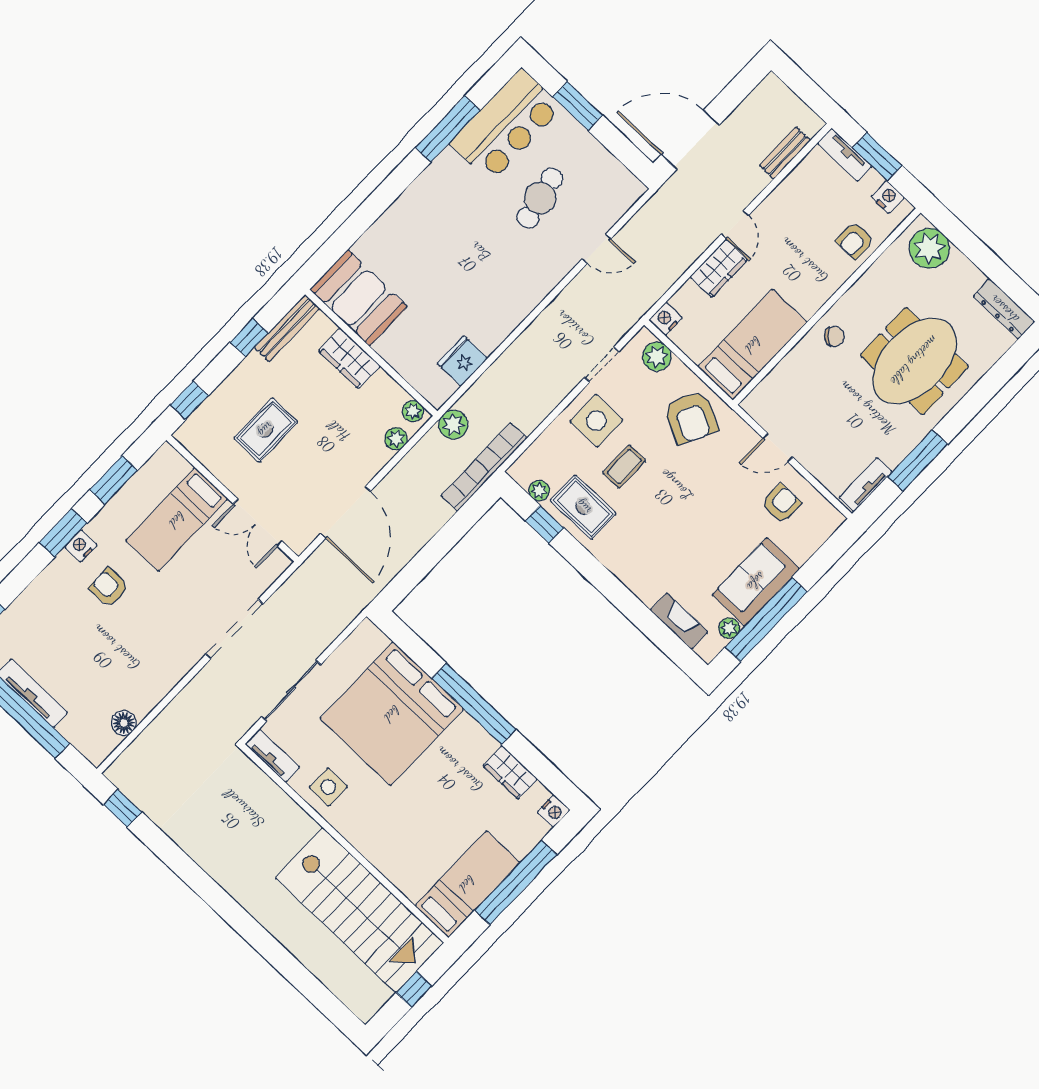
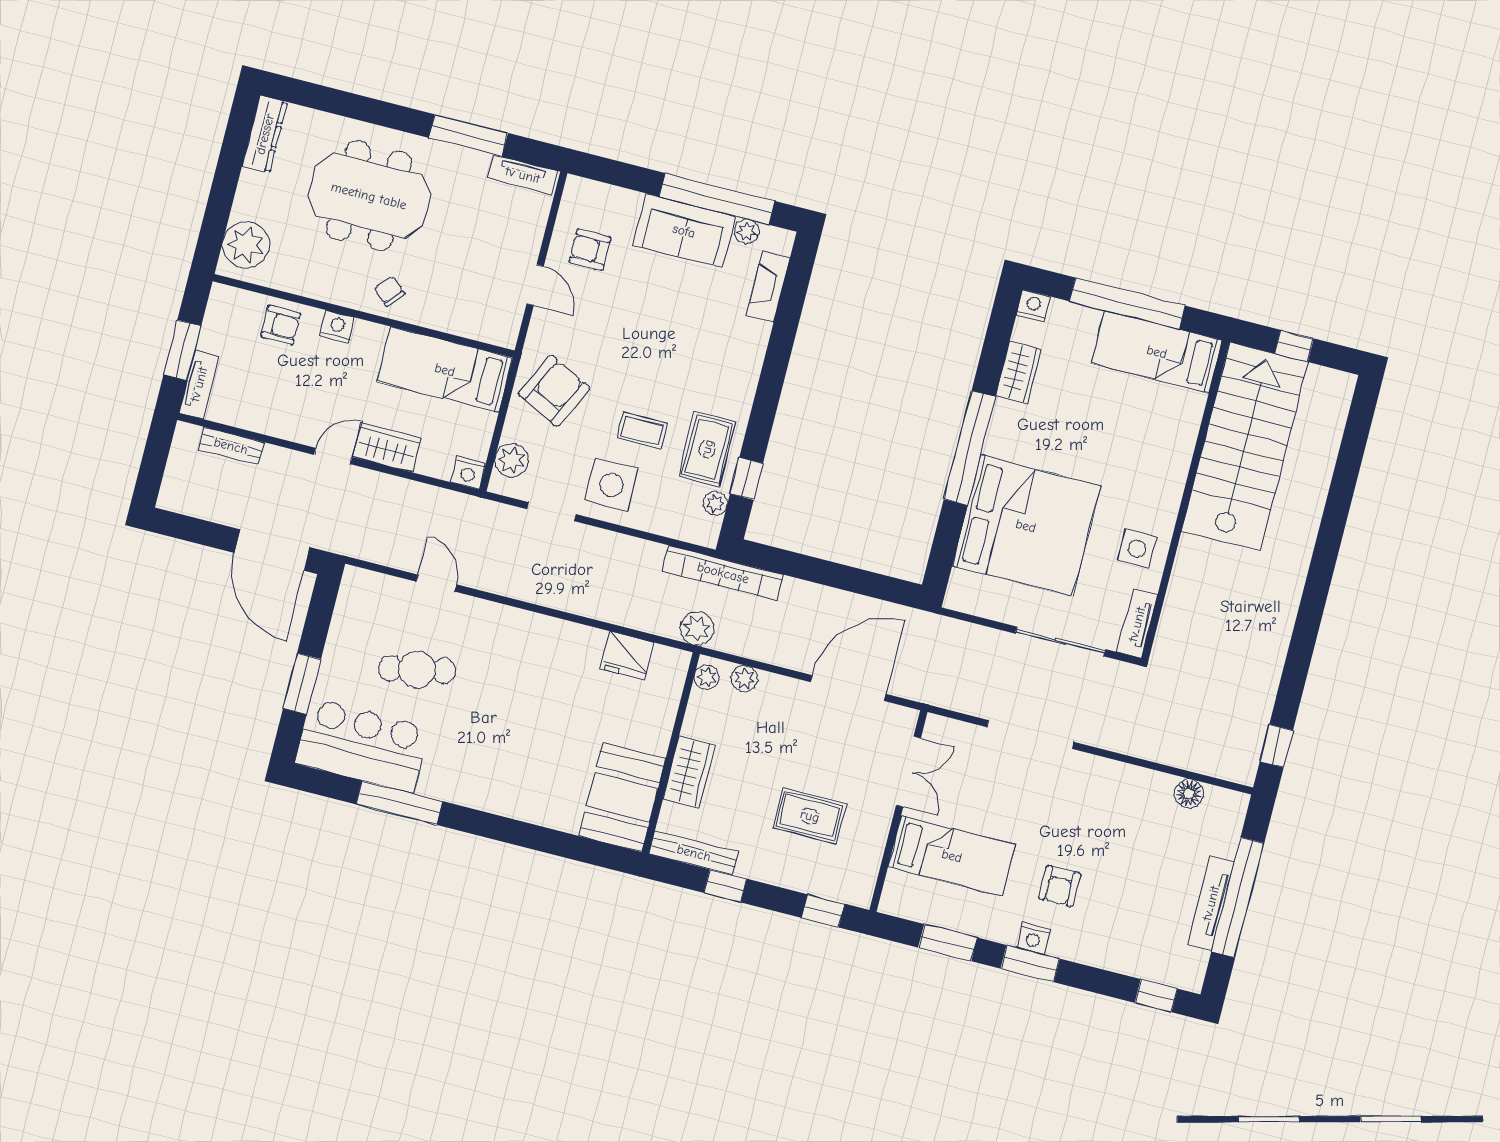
nightstand: (888, 197) -> (337, 327), moved, turned 90

